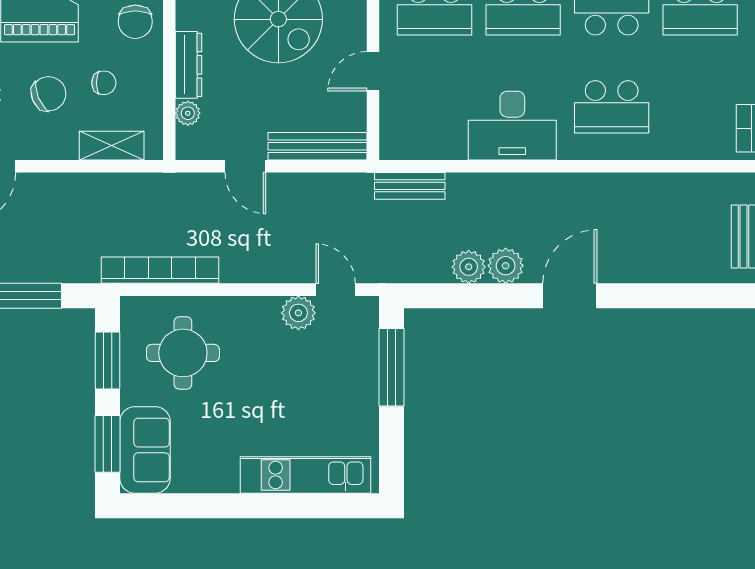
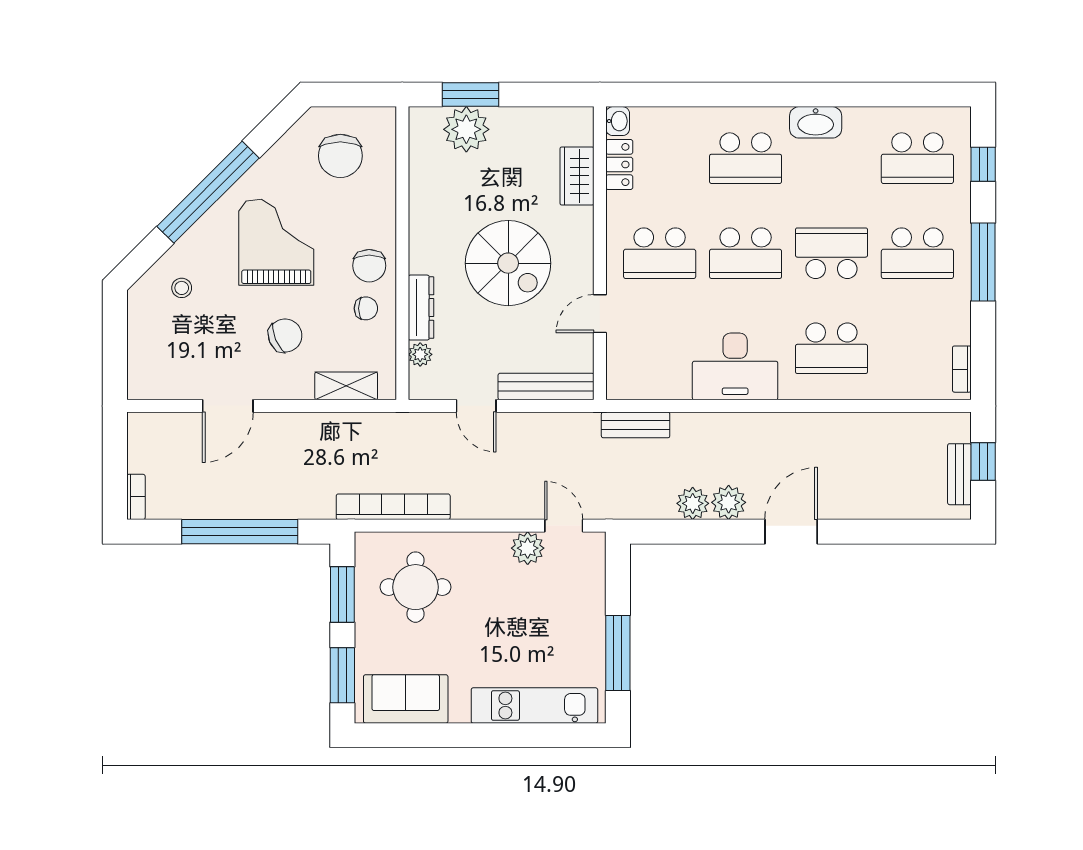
chair: (104, 83) -> (366, 308), moved
window: (391, 367) -> (618, 653), moved
sofa: (145, 450) -> (406, 699), moved, turned -90

